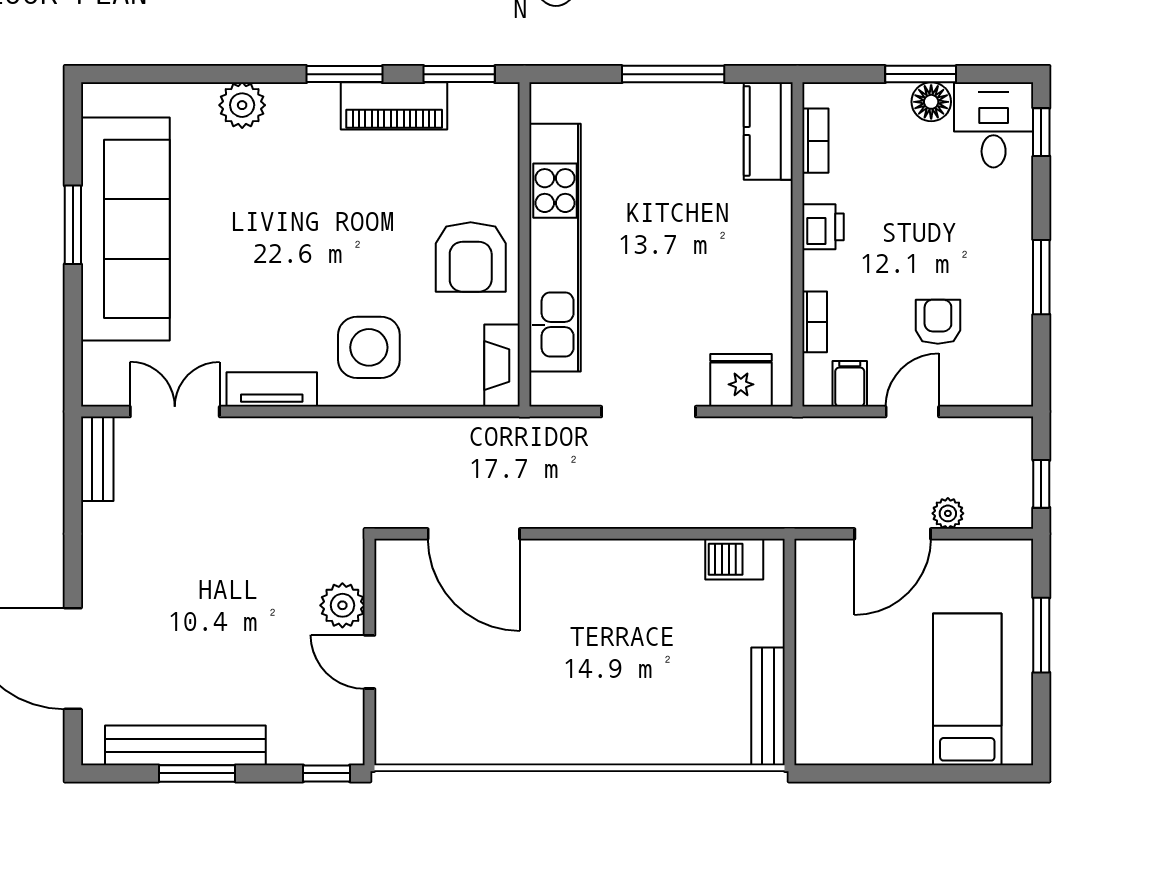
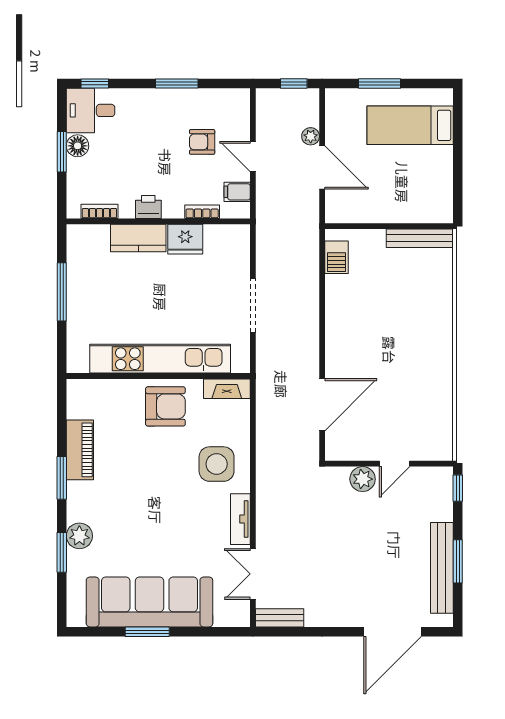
window: (459, 74) -> (62, 552), moved
kitchen counter: (768, 131) -> (138, 238), moved
fridge: (741, 380) -> (185, 239), moved, turned -90

